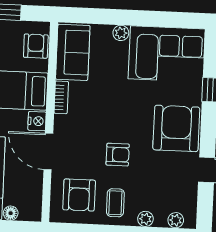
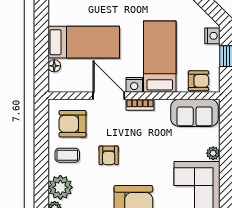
bookcase: (61, 97) -> (140, 105), moved
door: (48, 152) -> (109, 96), hinge flipped
plant: (145, 219) -> (60, 187), width x1.88, depth x1.88

